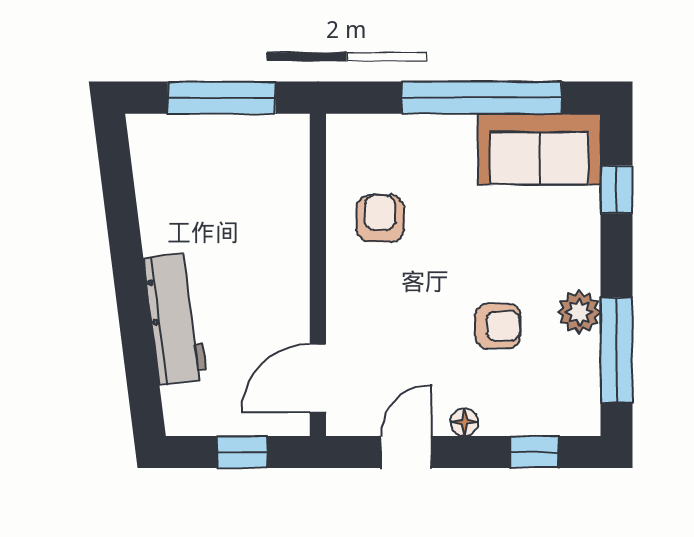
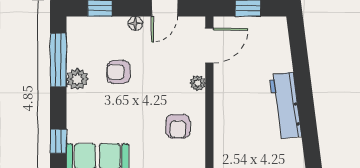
plant: (341, 304) -> (198, 83), added
workbench: (175, 319) -> (285, 106), moved

